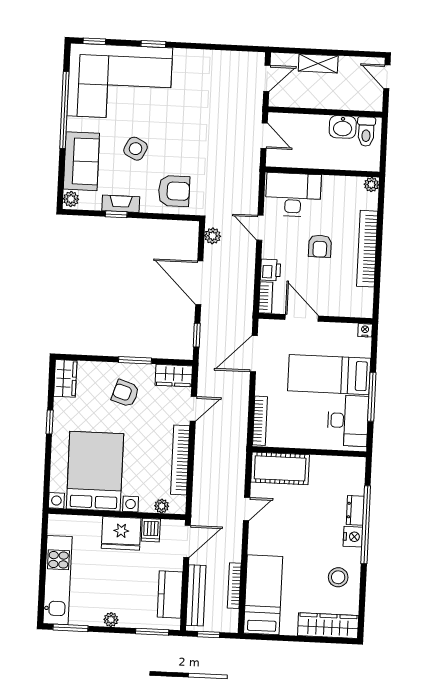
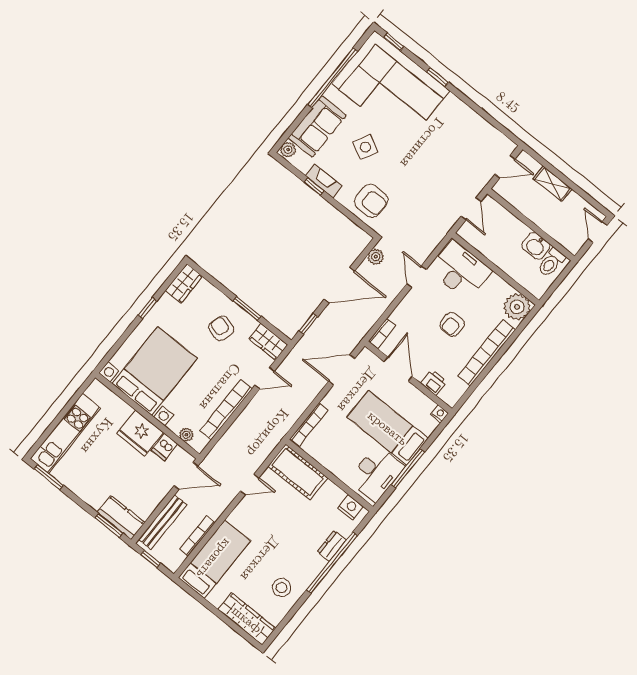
plant: (371, 185) -> (517, 307), width x1.87, depth x1.87
printer: (270, 270) -> (434, 382), moved, turned -90
door: (199, 283) -> (339, 285), swing flipped
nightstand: (353, 537) -> (351, 507), moved, turned -90
kitchen counter: (170, 595) -> (121, 517), moved, turned 90
plant: (111, 620) -> (84, 493), removed

